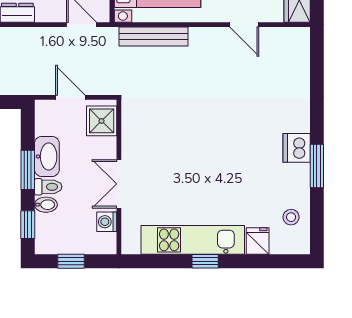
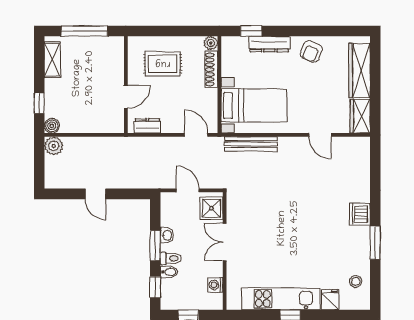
dishwasher: (297, 148) -> (360, 214), moved
washbasin: (47, 156) -> (167, 235), width x0.52, depth x0.69
double door: (119, 184) -> (225, 242), moved

